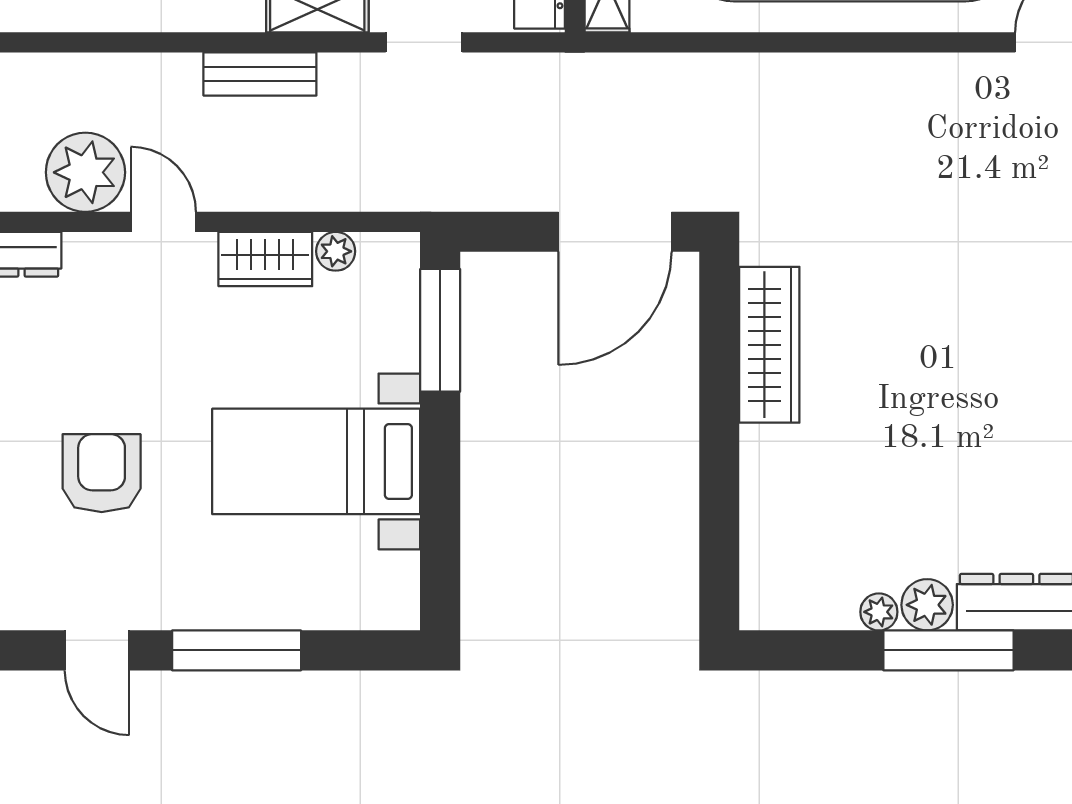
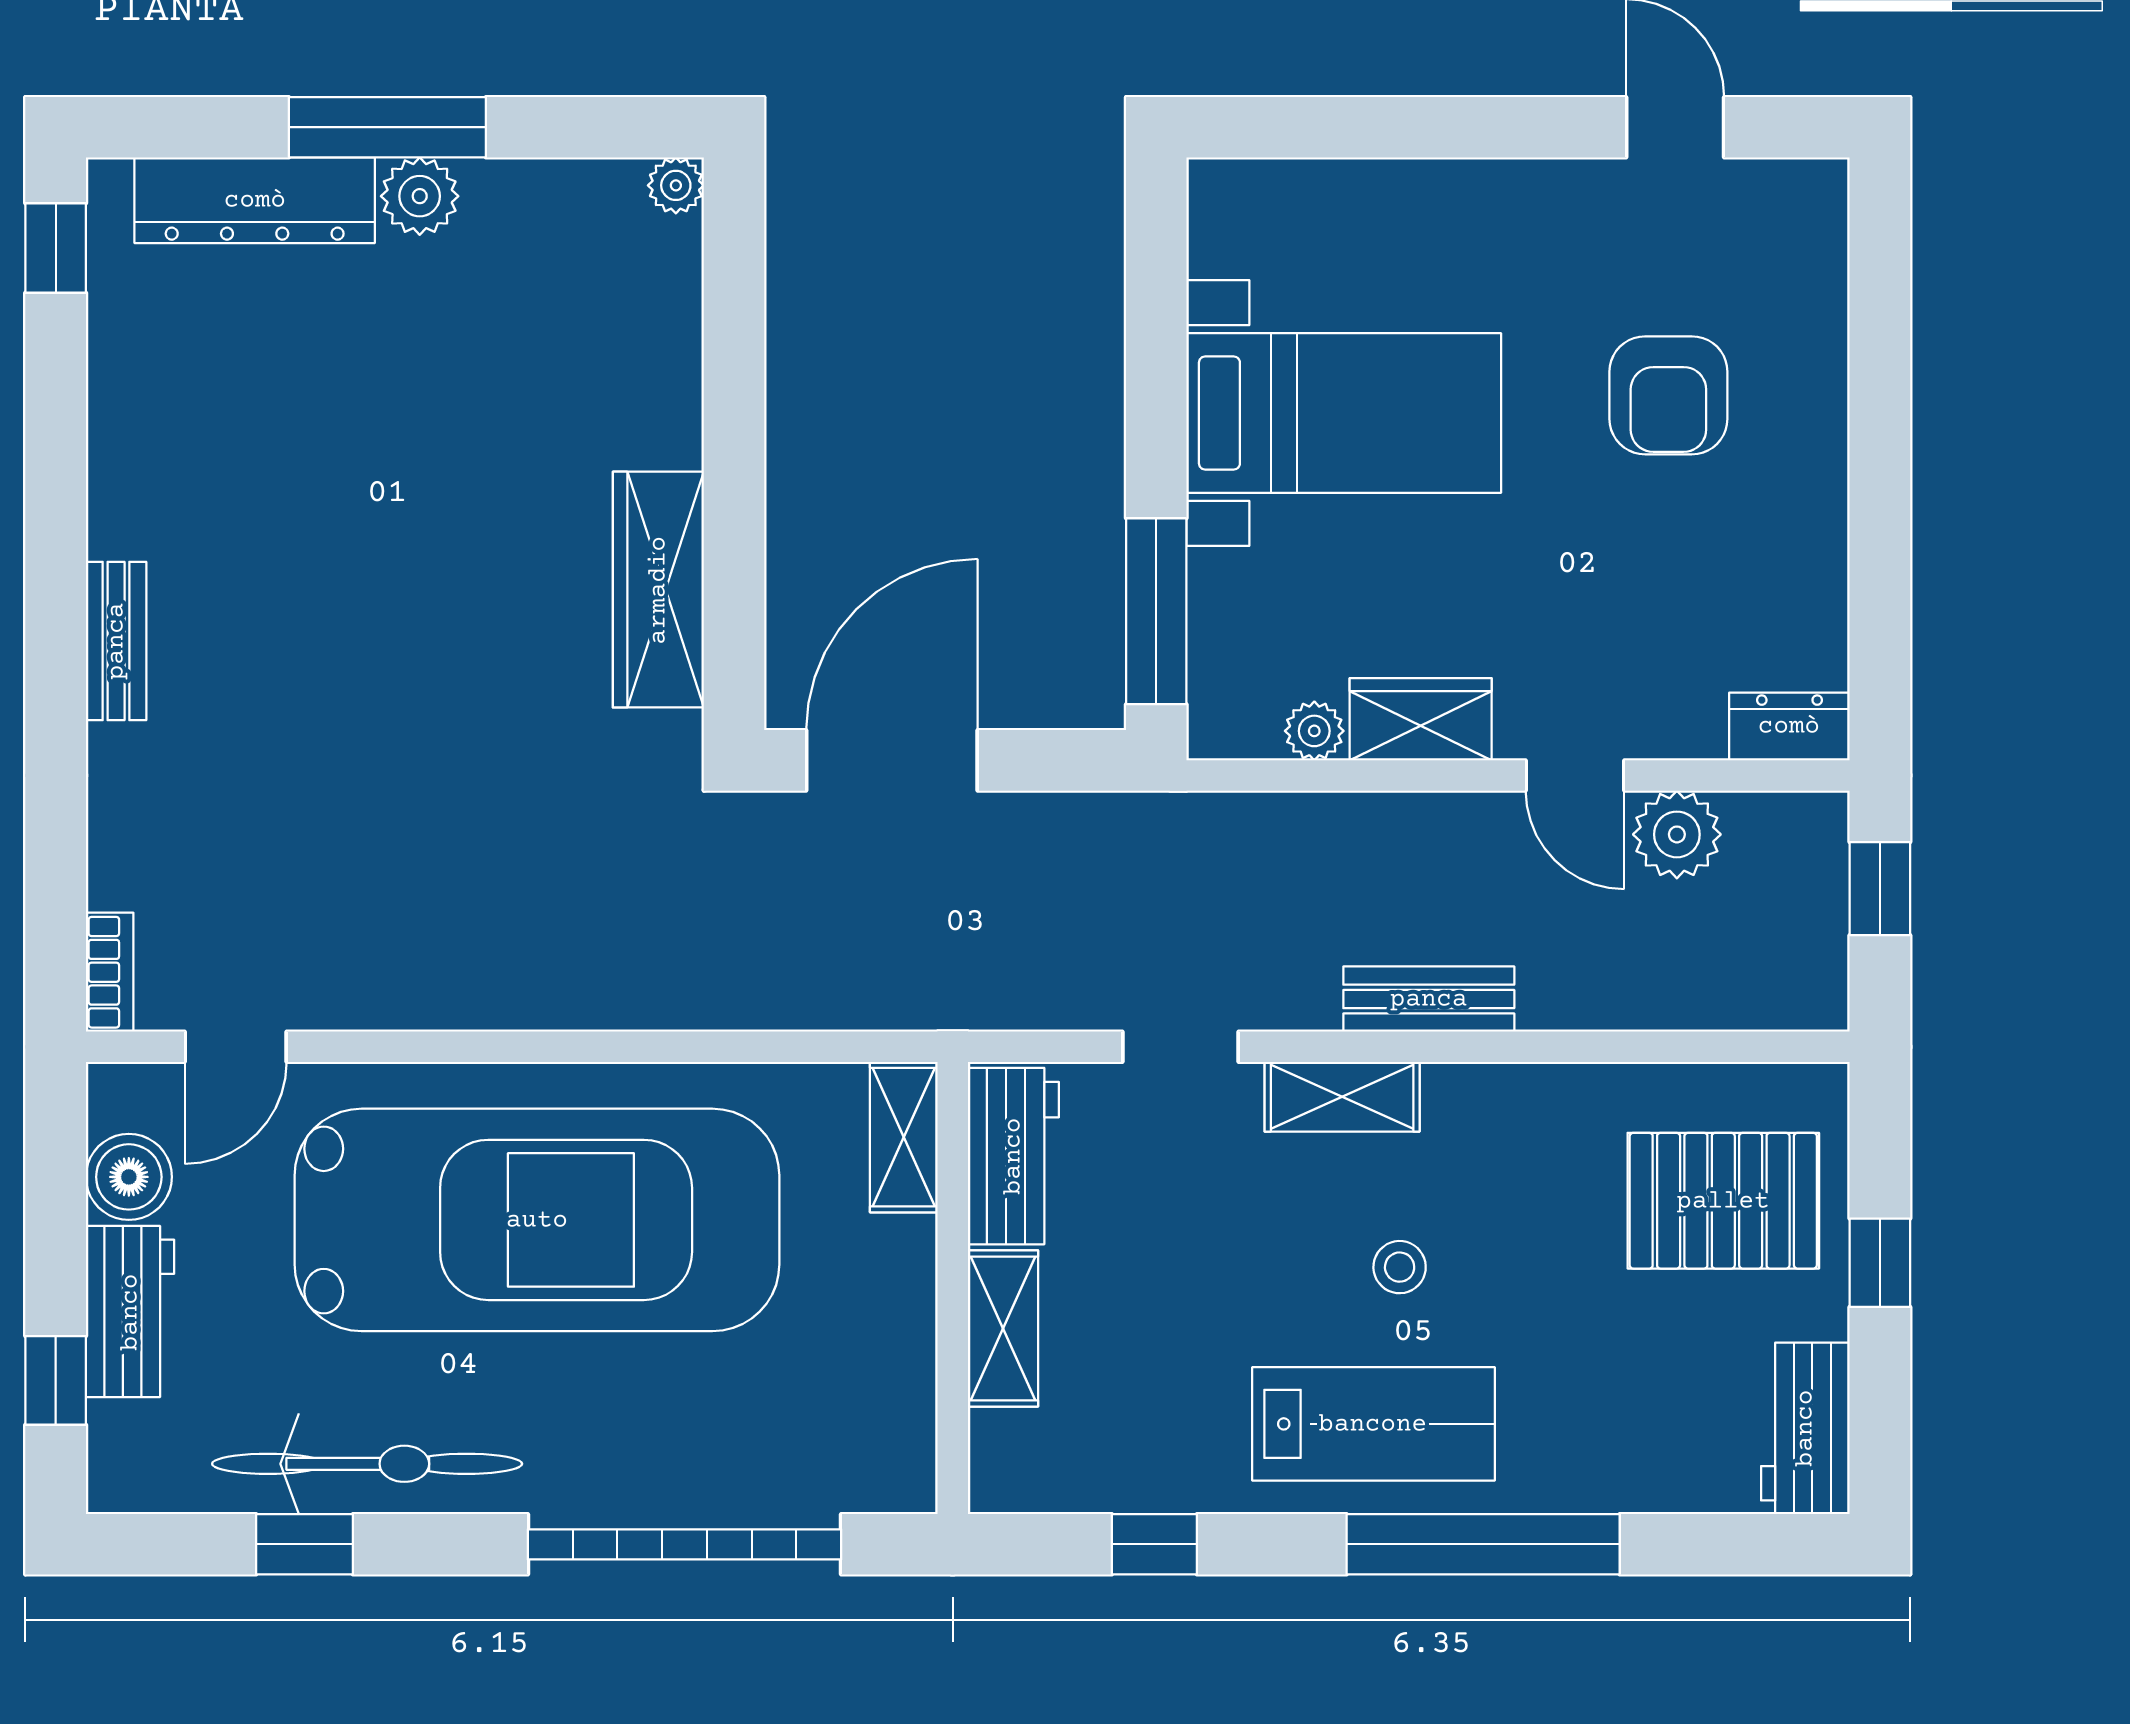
plant: (85, 172) -> (1677, 834), width x0.73, depth x0.73
plant: (879, 612) -> (676, 185), moved
window: (237, 650) -> (1464, 127), removed

